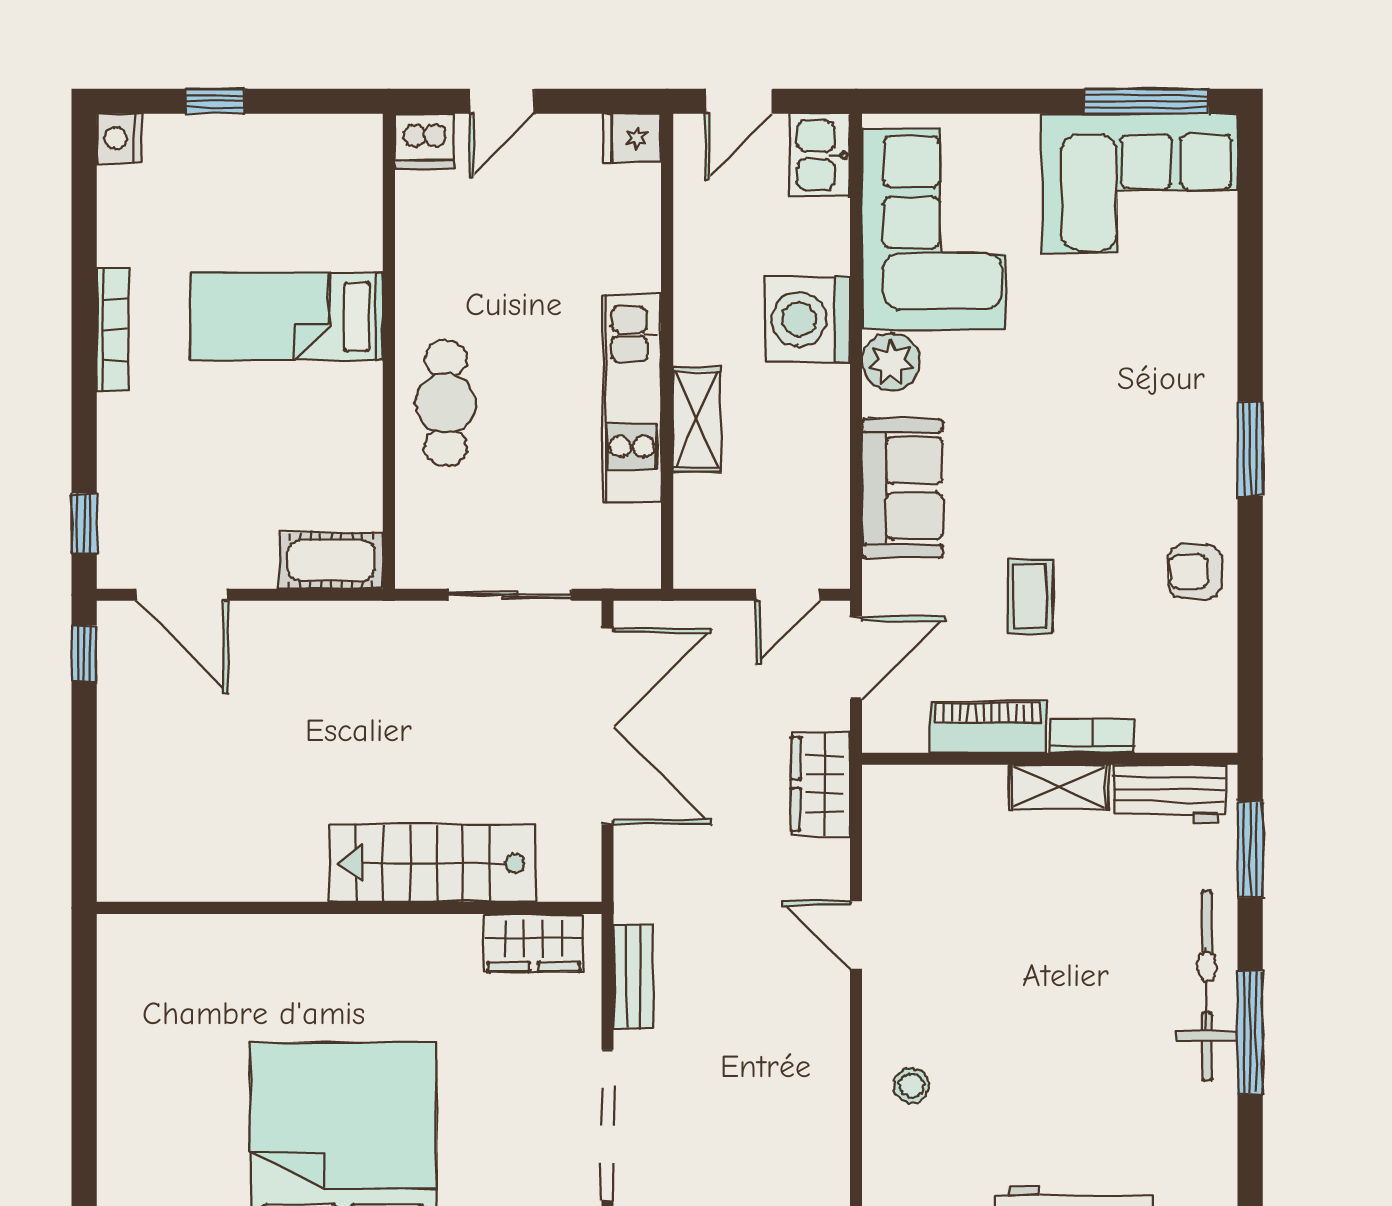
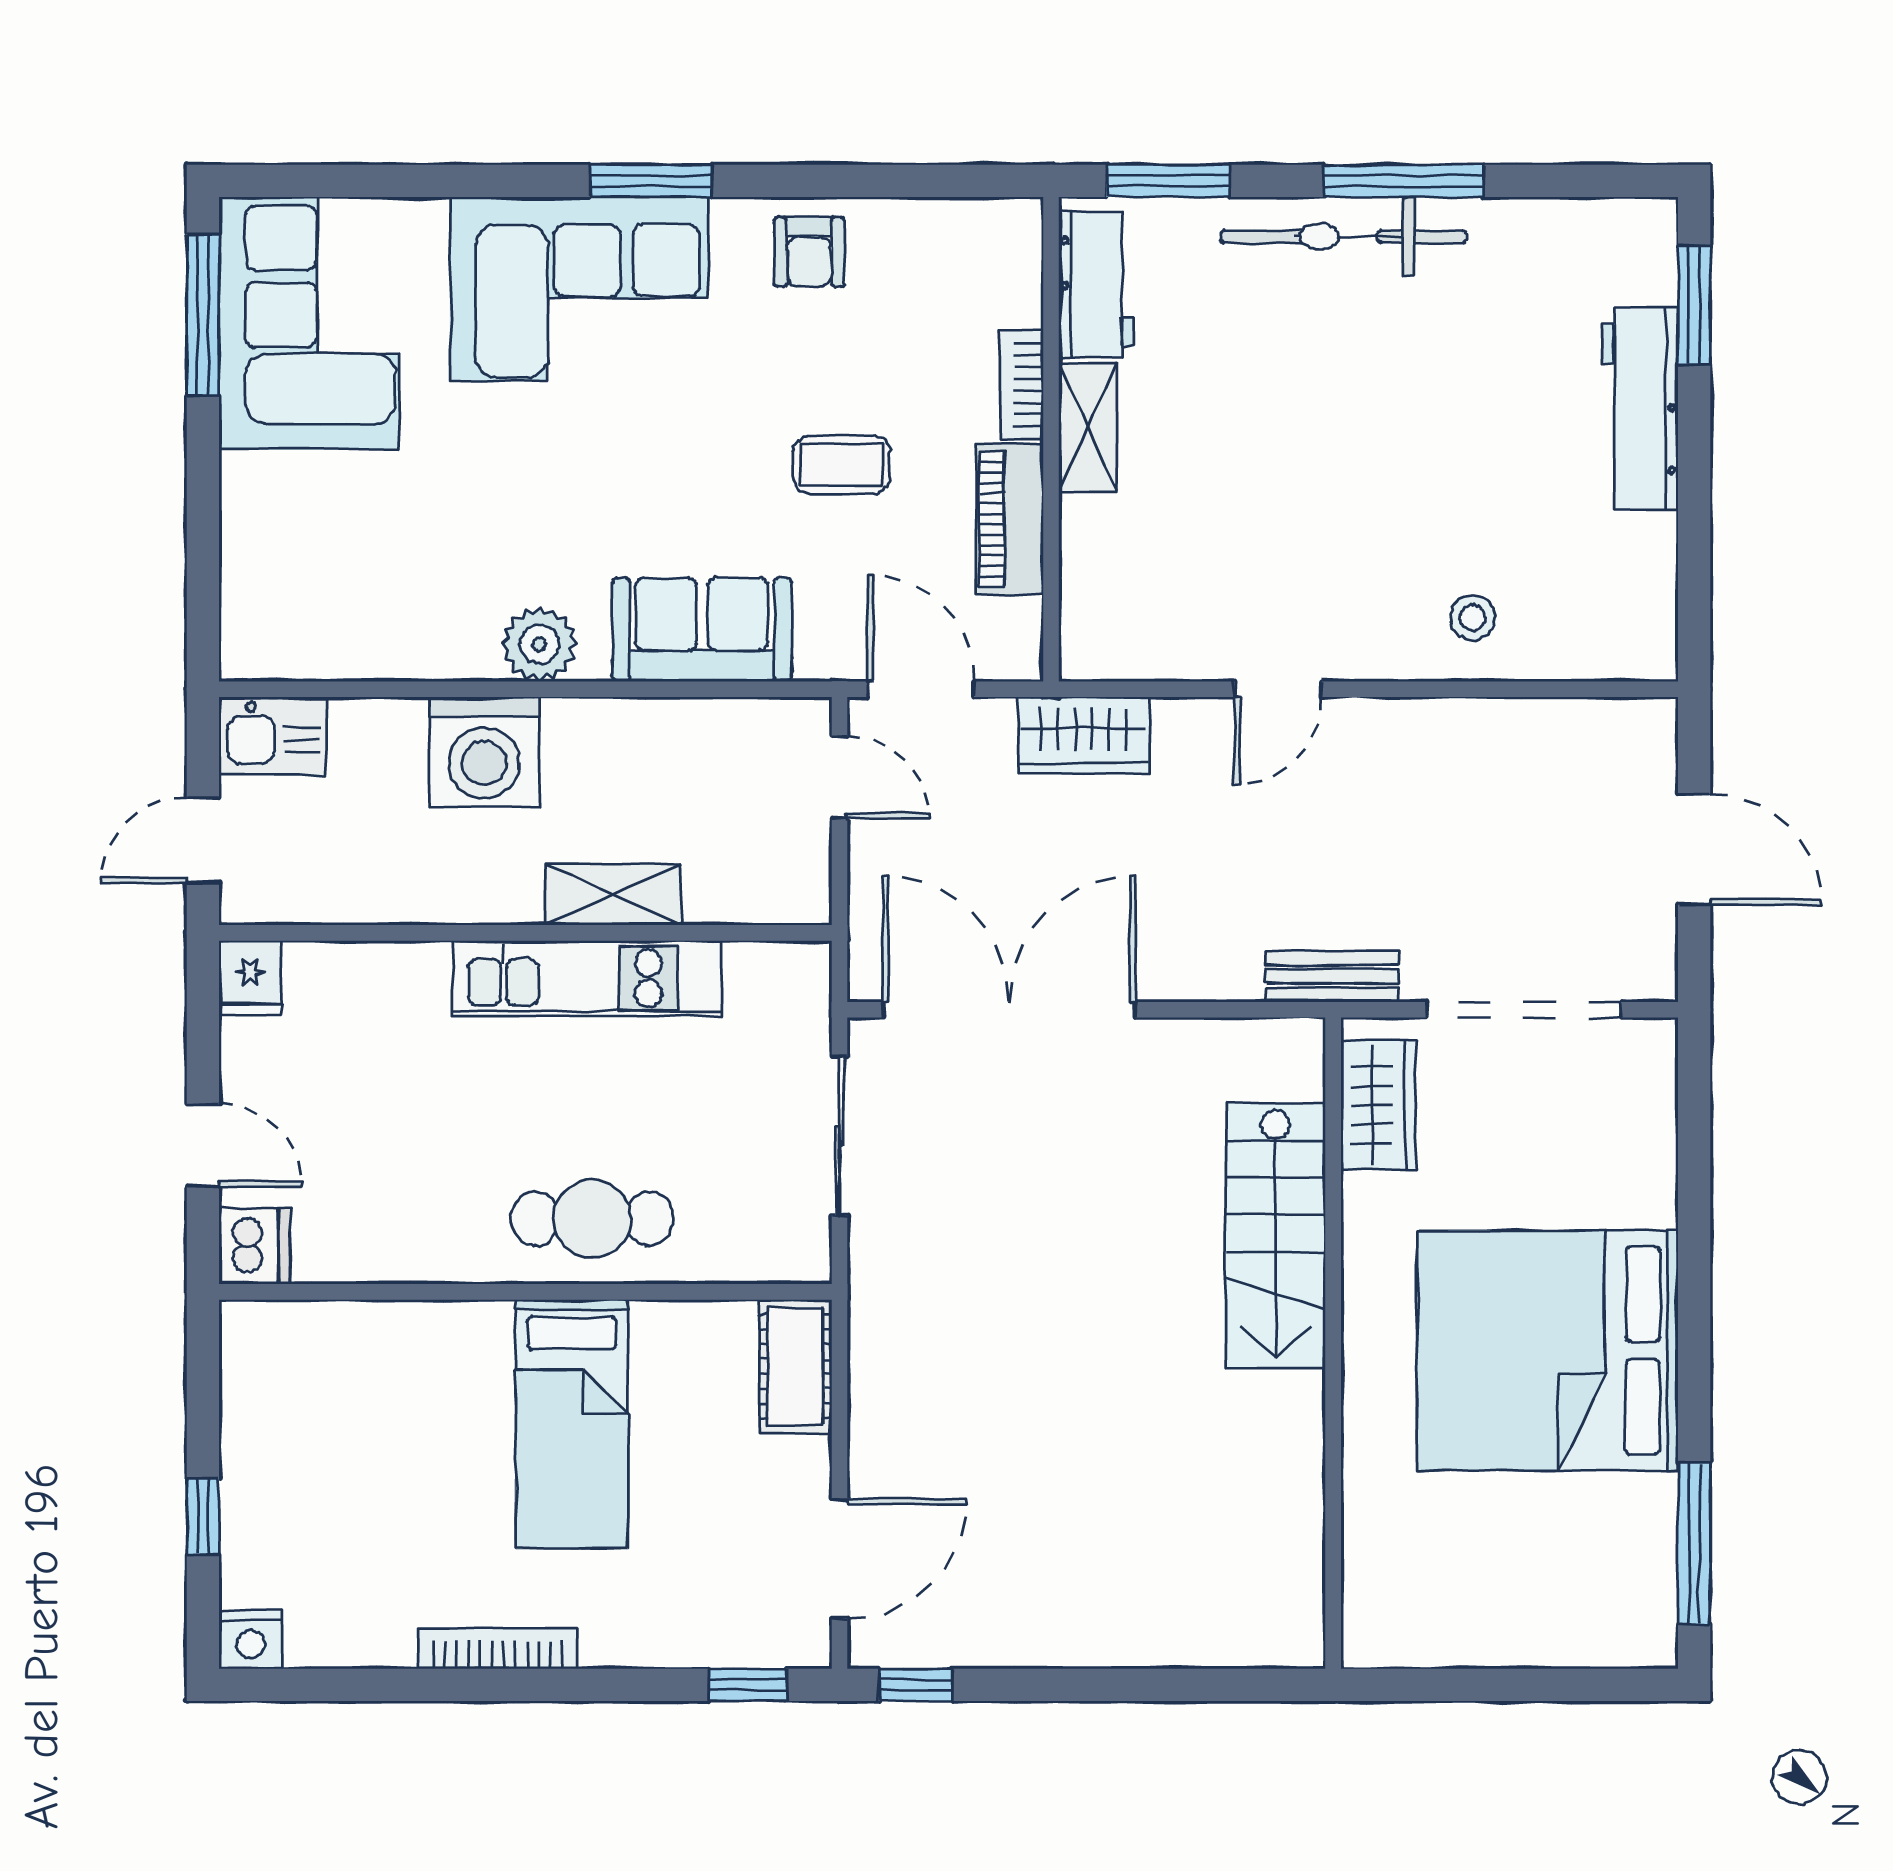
door: (739, 101) -> (203, 840), swing flipped
corner sofa: (933, 229) -> (579, 289), moved, turned 180
bed: (286, 317) -> (572, 1424), moved
stairs: (432, 863) -> (1275, 1236), moved
wall: (349, 908) -> (1333, 1343), moved
wardrobe: (534, 943) -> (1378, 1105), moved

